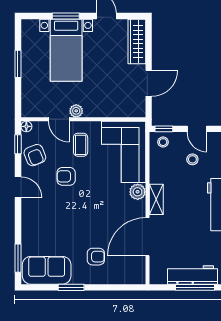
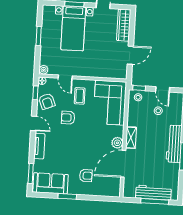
plant: (76, 111) -> (44, 70), moved
plant: (138, 192) -> (117, 143), moved
tv unit: (28, 219) -> (39, 146), added

